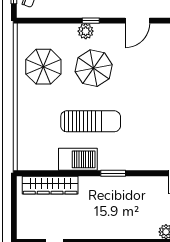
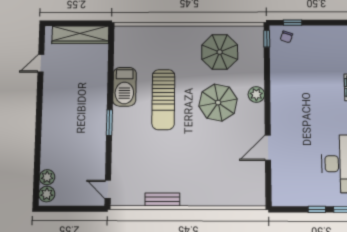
window: (91, 21) -> (267, 39), moved
door: (137, 21) -> (268, 148), hinge flipped
wardrobe: (50, 185) -> (80, 35), moved, turned -90

